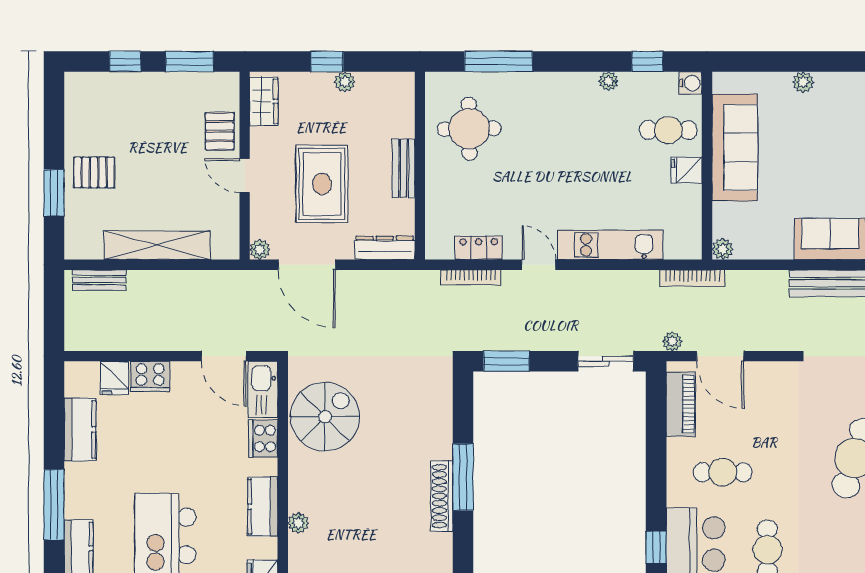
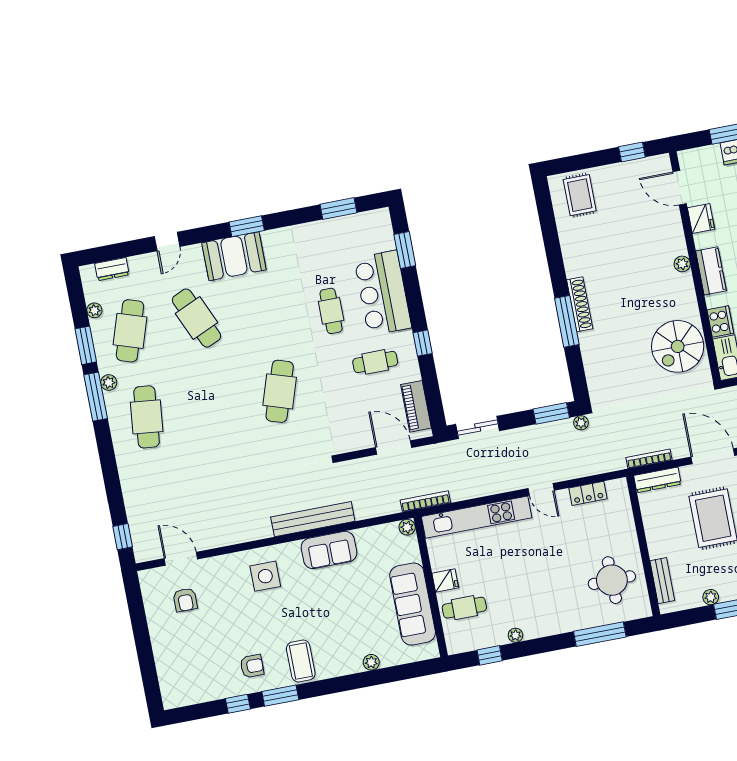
water cooler: (690, 83) -> (455, 645), removed
bench: (404, 168) -> (662, 581), moved
kitchen unit: (610, 245) -> (477, 517), width x1.36
bookcase: (471, 277) -> (649, 459), moved
plant: (672, 341) -> (581, 423), moved
window: (656, 547) -> (423, 343), moved

